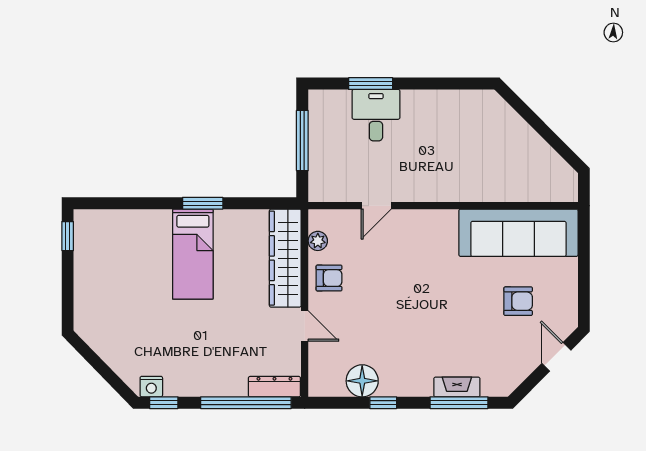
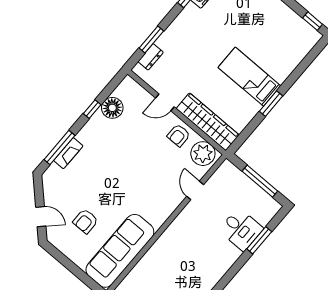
plant: (318, 241) -> (203, 154), width x1.88, depth x1.88
dresser: (274, 387) -> (151, 57), width x0.70
window: (246, 403) -> (151, 40), width x0.47

